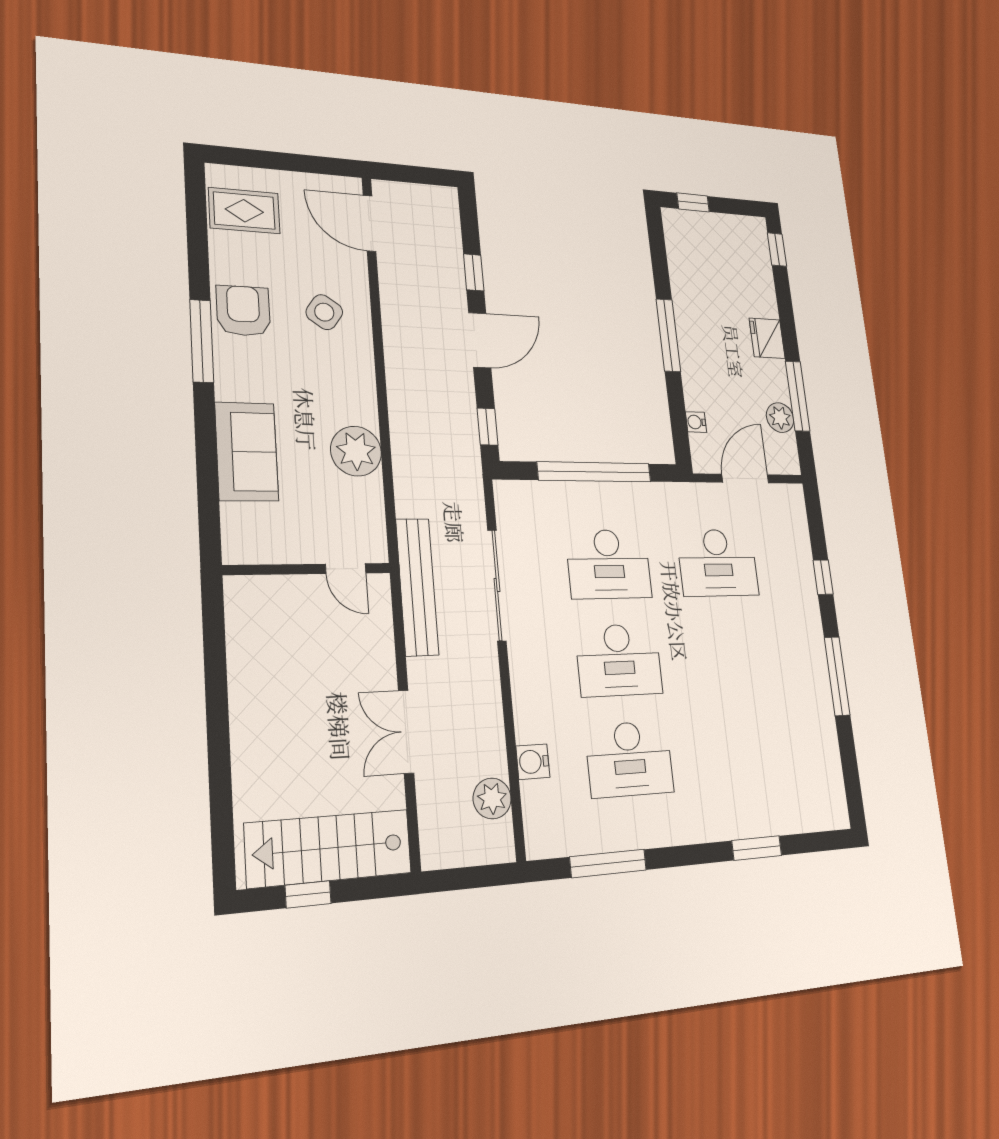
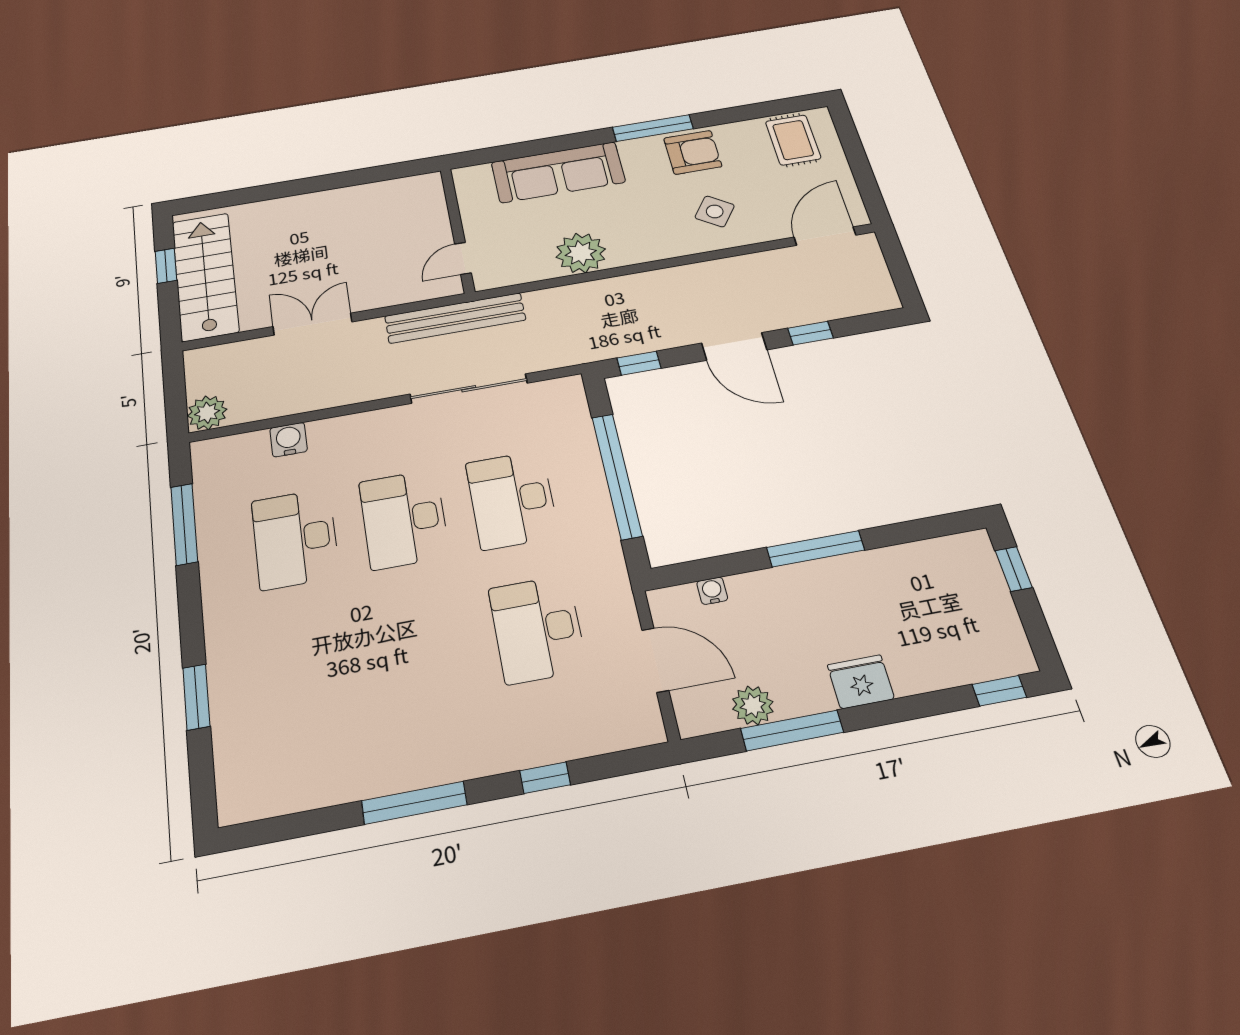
sofa: (247, 452) -> (558, 172), width x1.36
plant: (492, 798) -> (207, 413), moved

